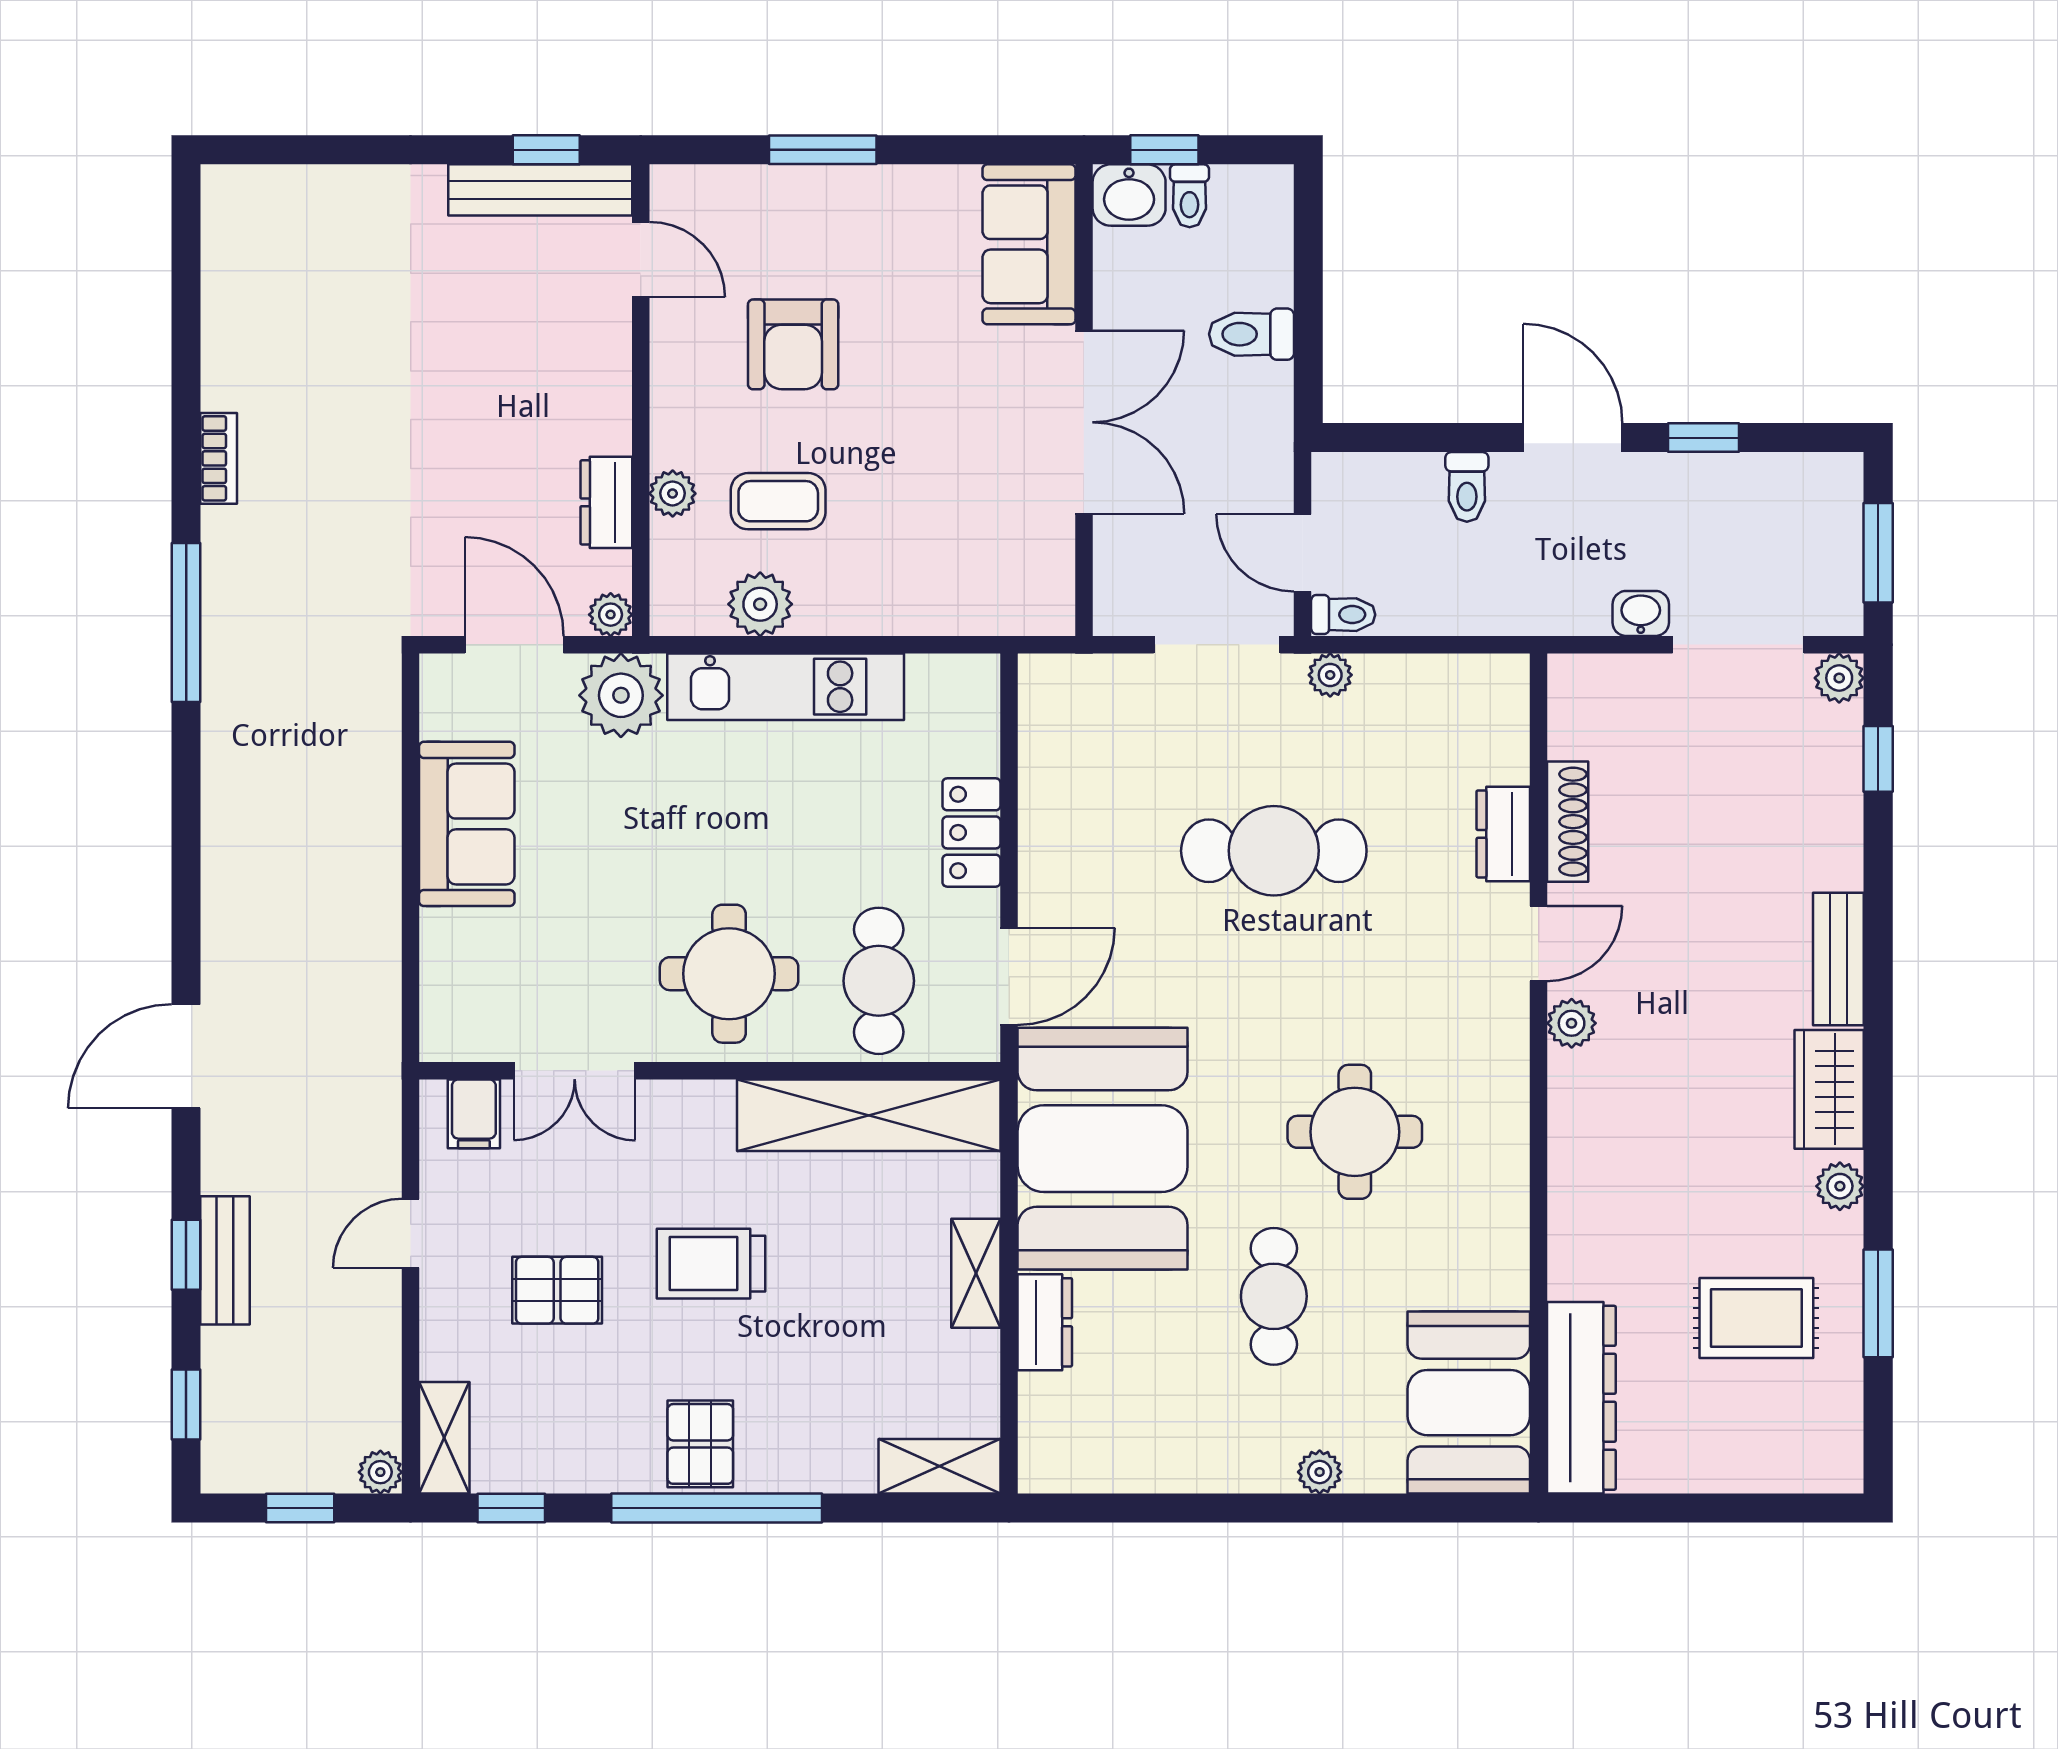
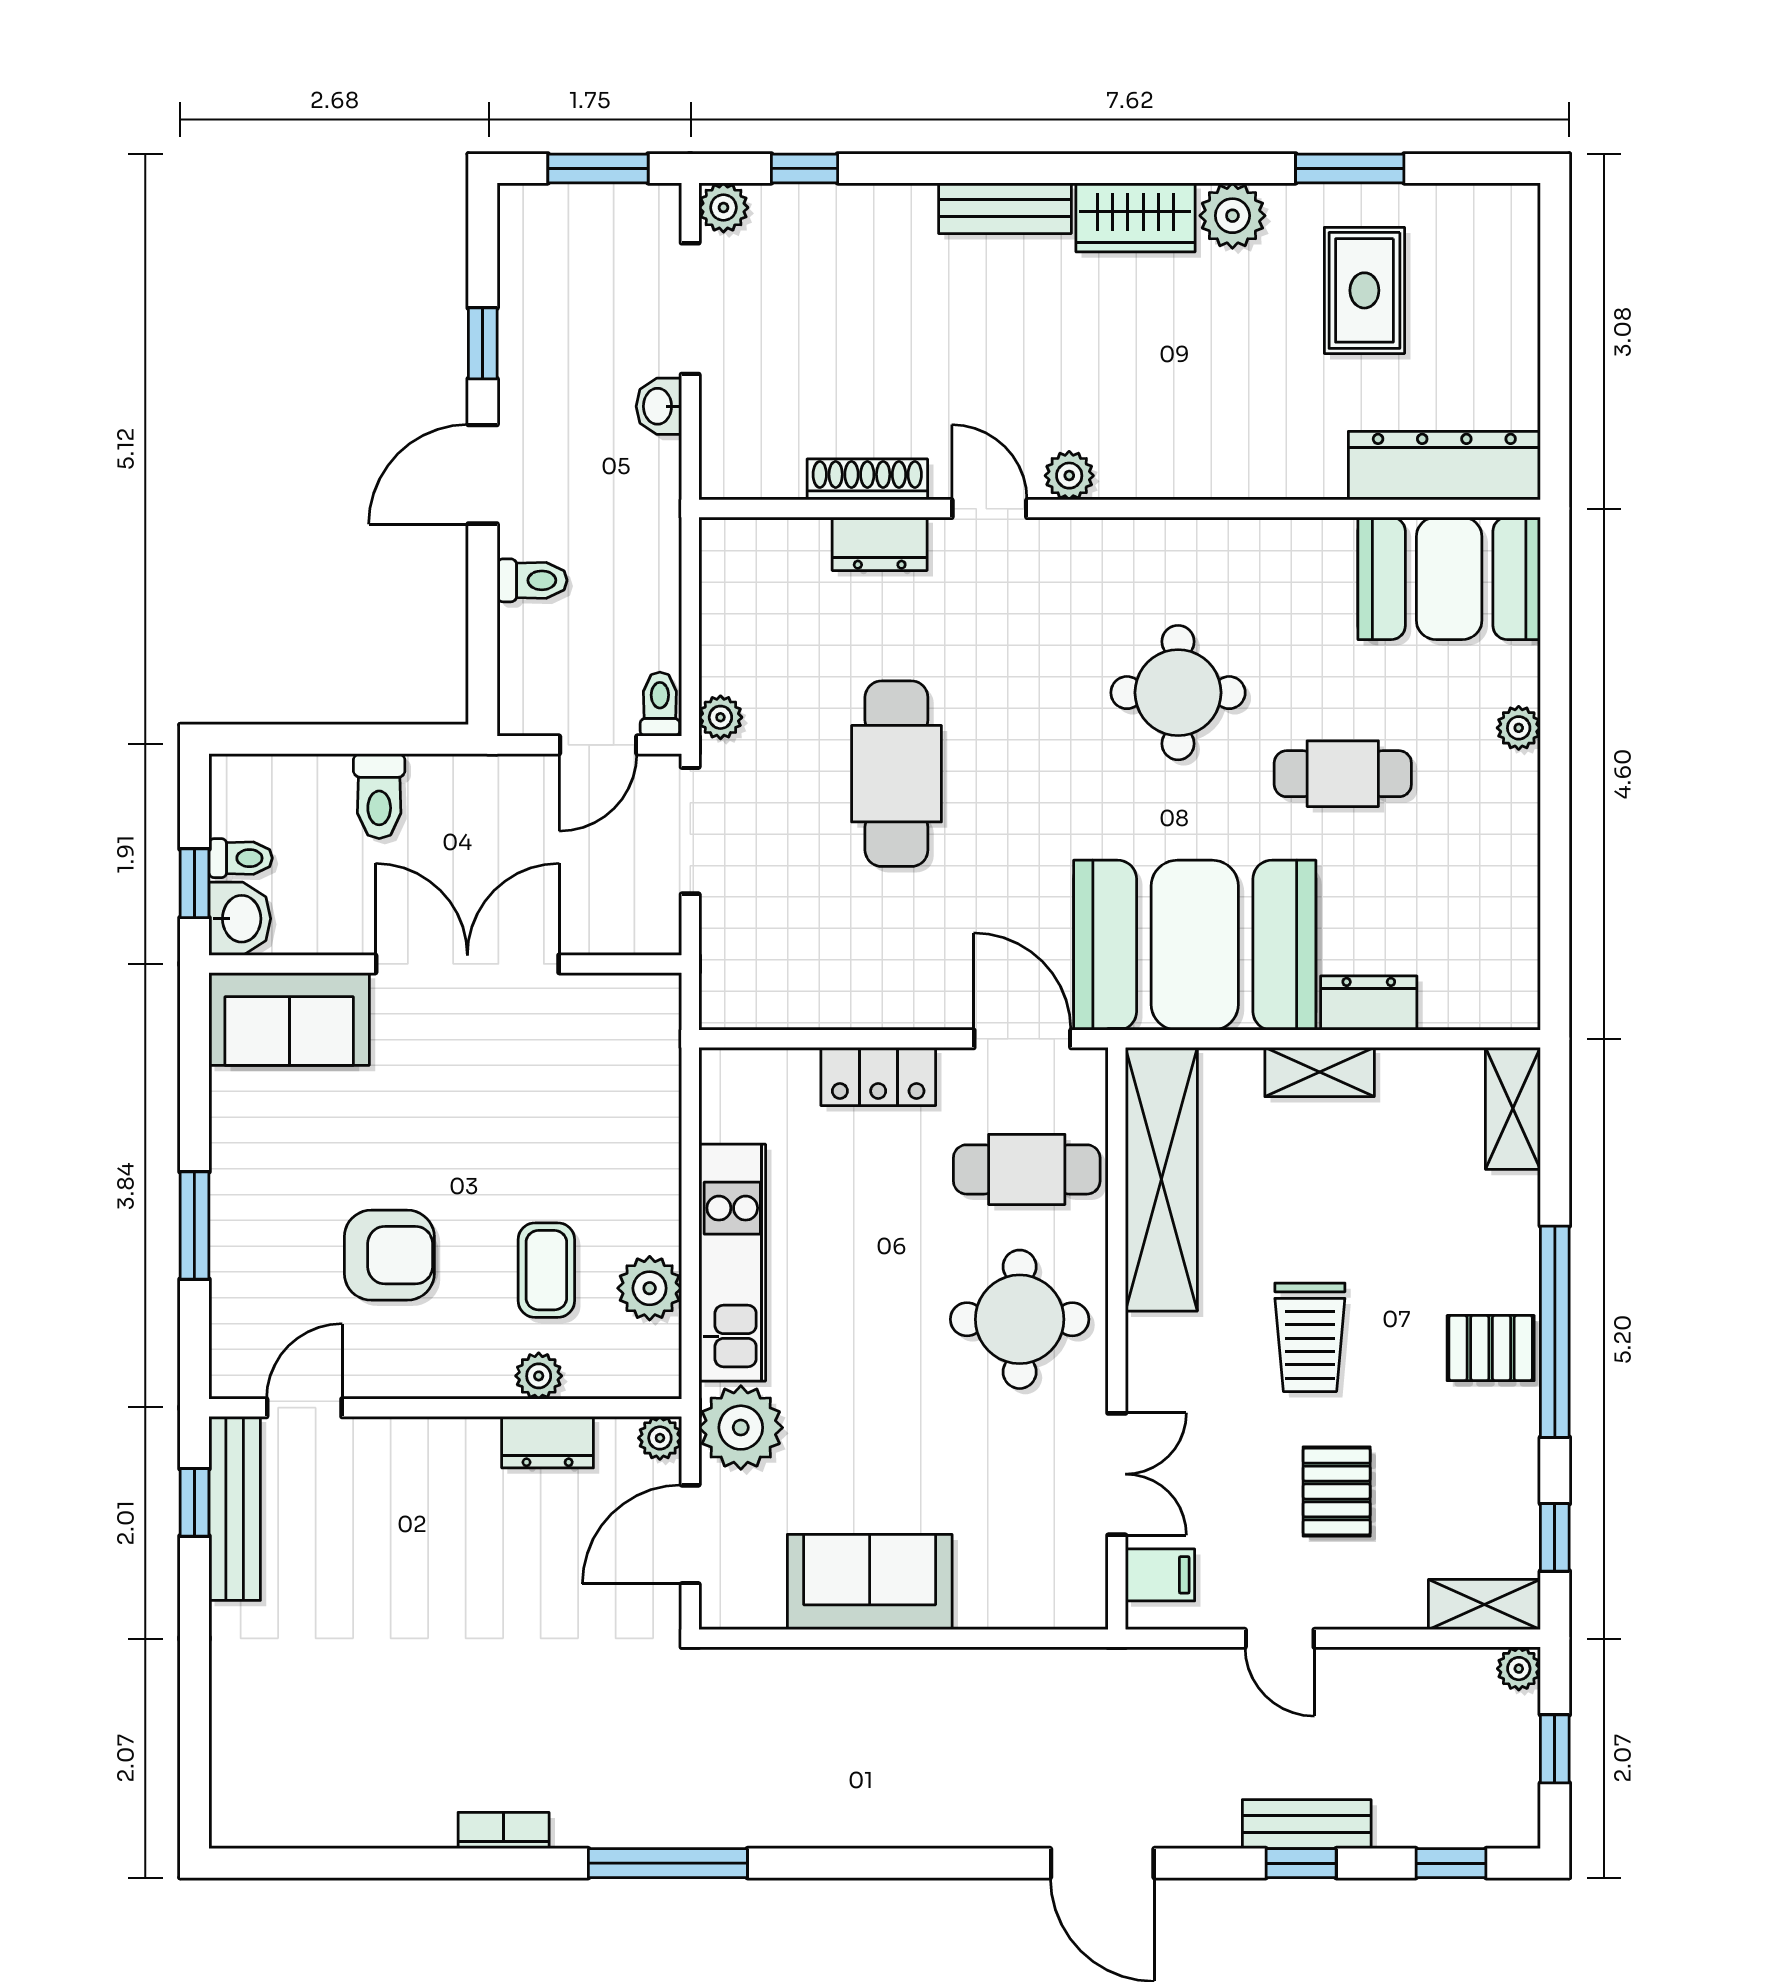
plant: (1840, 1186) -> (1232, 216), width x1.38, depth x1.38

